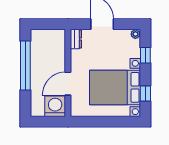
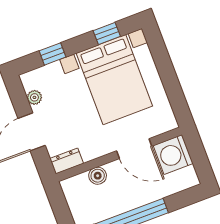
plant: (135, 34) -> (34, 97), moved
boiler: (60, 55) -> (98, 176), added

